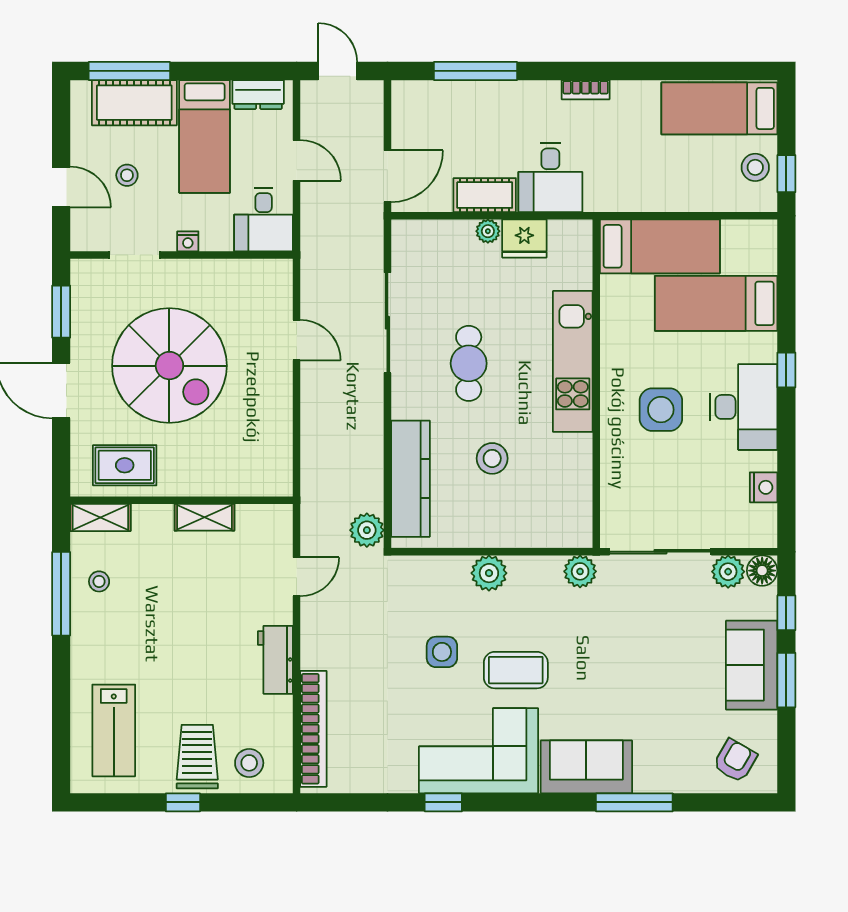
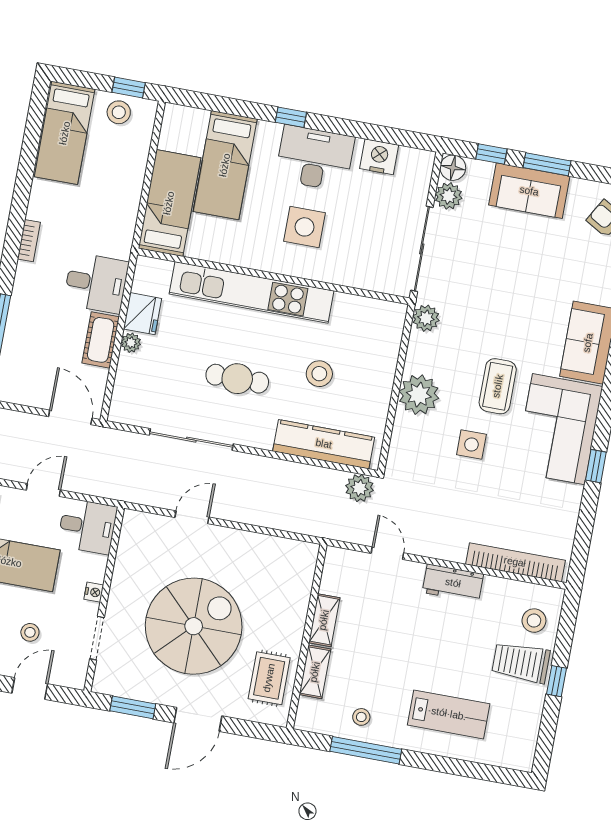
kitchen unit: (573, 361) -> (251, 292), width x1.36
nightstand: (764, 487) -> (379, 157), width x1.36, depth x1.33
shelving: (100, 517) -> (315, 672), moved
plant: (489, 573) -> (419, 395), width x1.36, depth x1.36
lab bench: (114, 730) -> (449, 714), moved

